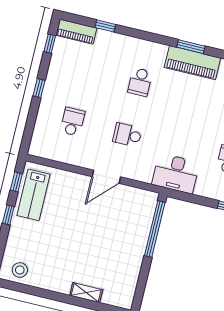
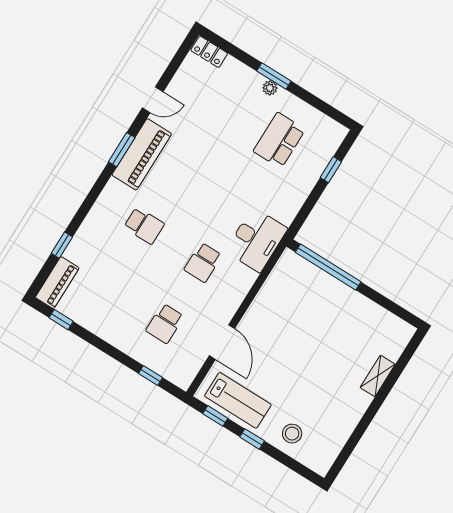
window: (39, 88) -> (151, 375), moved
school desk: (73, 122) -> (165, 323), turned -90
desk: (176, 173) -> (256, 240), moved
door: (106, 177) -> (222, 342), moved
stool: (20, 270) -> (292, 434), moved

